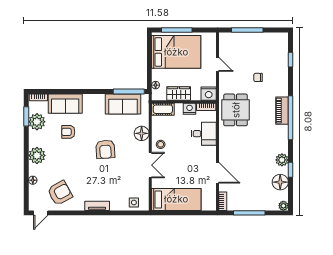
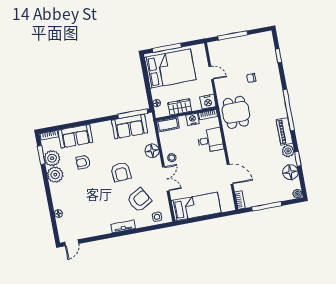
piano: (282, 111) -> (284, 131), moved
plant: (37, 155) -> (55, 175), moved
armchair: (60, 193) -> (139, 200), moved

